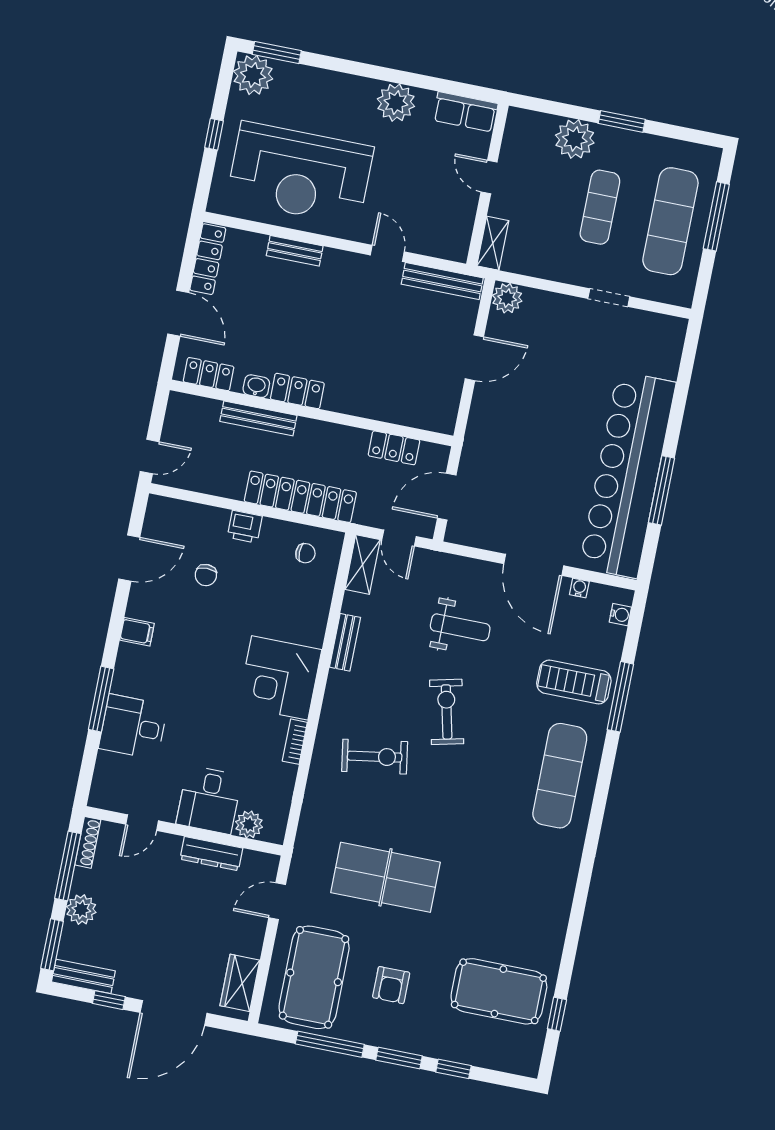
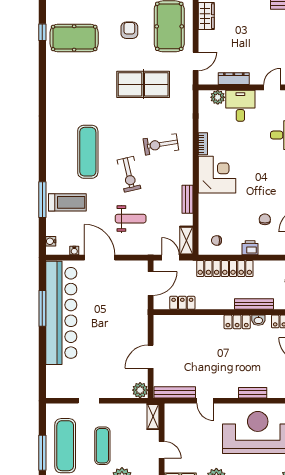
weight bench: (460, 627) -> (131, 219), turned 180
exercise mat: (560, 776) -> (88, 152), moved

